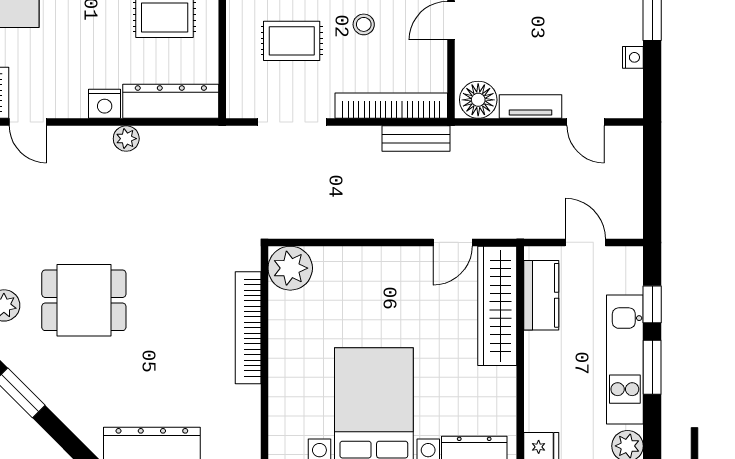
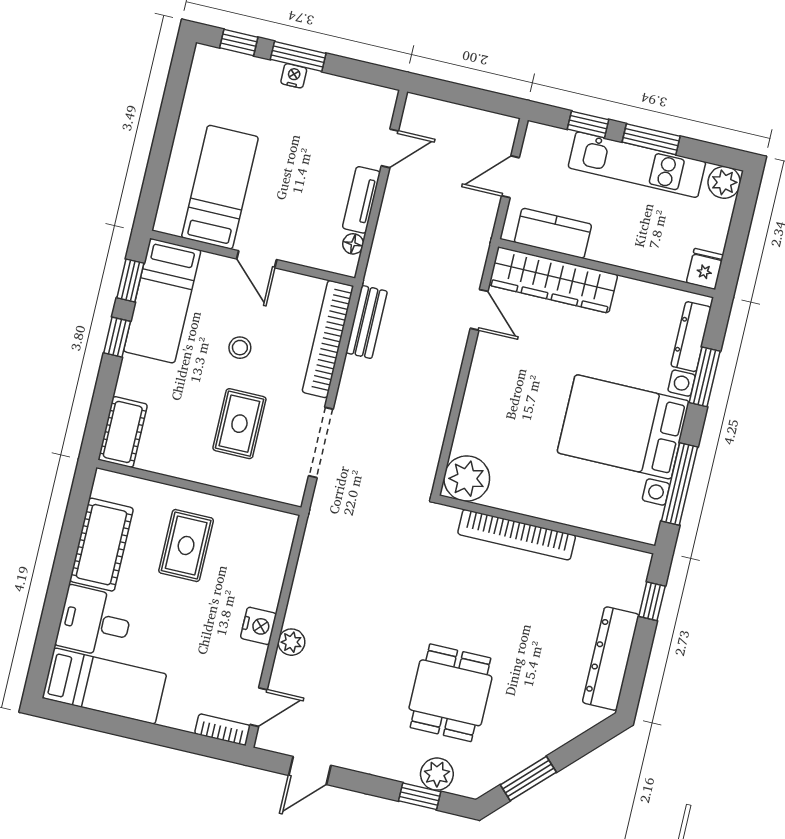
nightstand: (633, 57) -> (294, 76), moved
floor lamp: (478, 100) -> (353, 244), width x0.53, depth x0.53
dresser: (171, 101) -> (272, 559), removed
plant: (126, 139) -> (291, 642), moved

